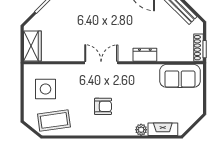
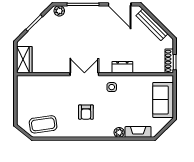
sofa: (180, 76) -> (163, 100), moved, turned 90
side table: (46, 89) -> (112, 87), moved, width x0.54, depth x0.54
armchair: (103, 106) -> (86, 112), turned 90

